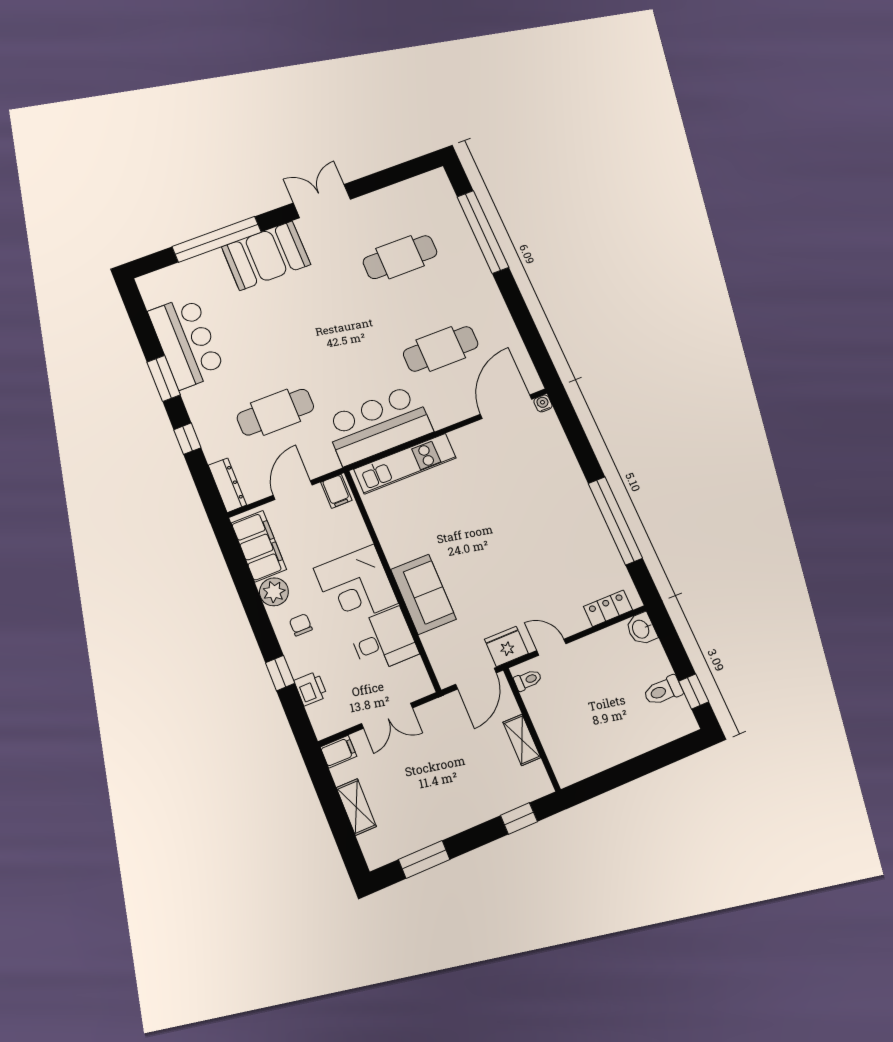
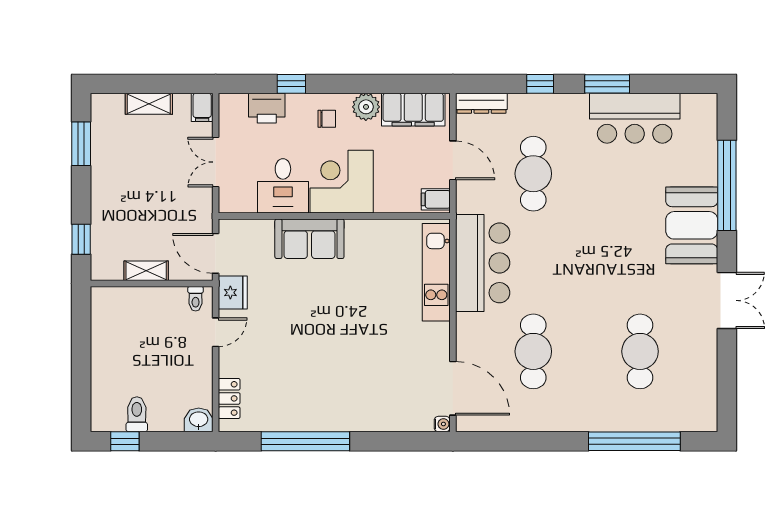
printer: (311, 688) -> (267, 108), width x1.36, depth x1.24

